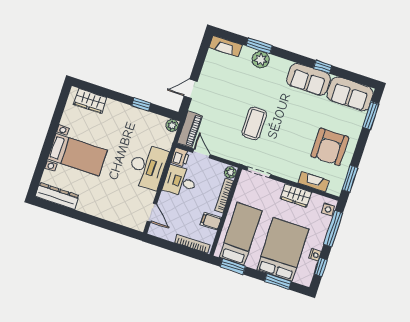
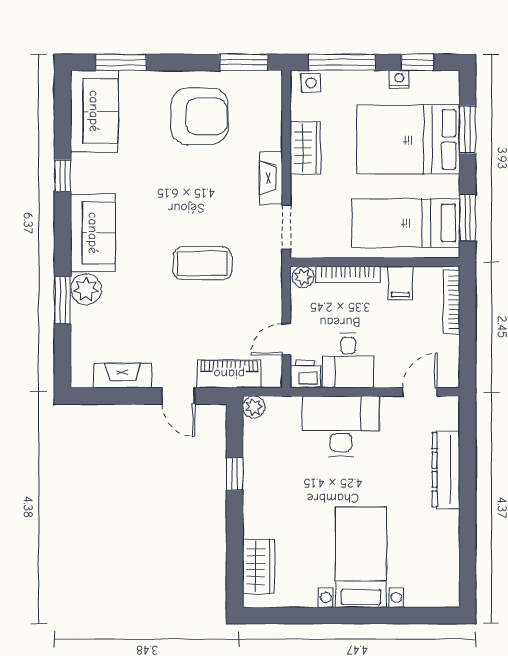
fireplace: (225, 46) -> (122, 376), moved, turned -90
sofa: (309, 79) -> (93, 233), moved
piano: (190, 129) -> (229, 374), moved
fireplace: (313, 182) -> (271, 178), moved
dresser: (57, 196) -> (446, 470), moved

